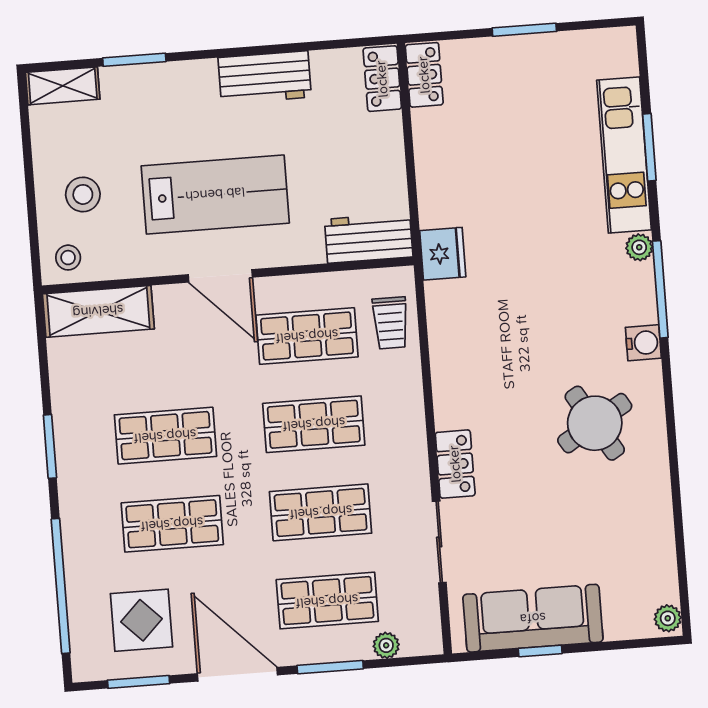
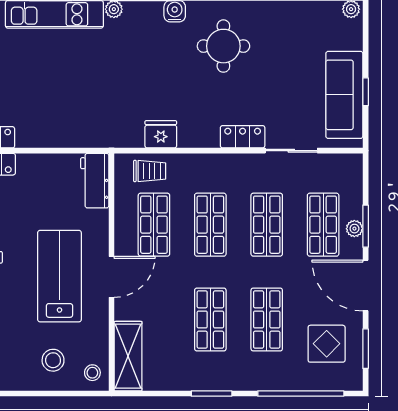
fridge: (443, 254) -> (161, 134), moved
round table: (595, 423) -> (223, 46), turned 31
plant: (386, 645) -> (354, 229), moved
door: (237, 674) -> (366, 285), hinge flipped

